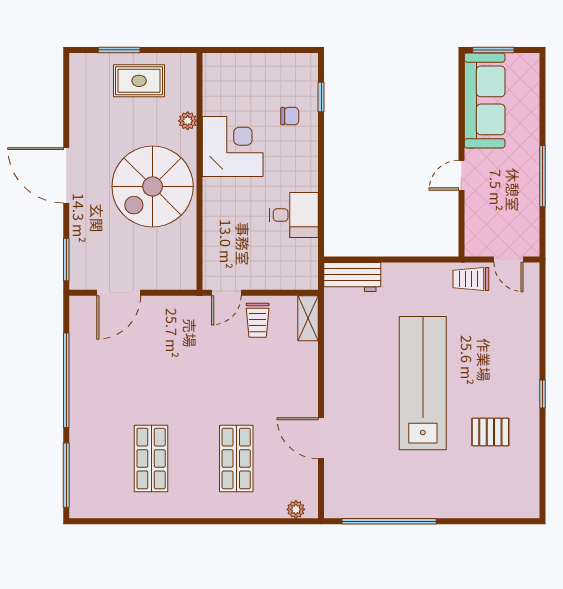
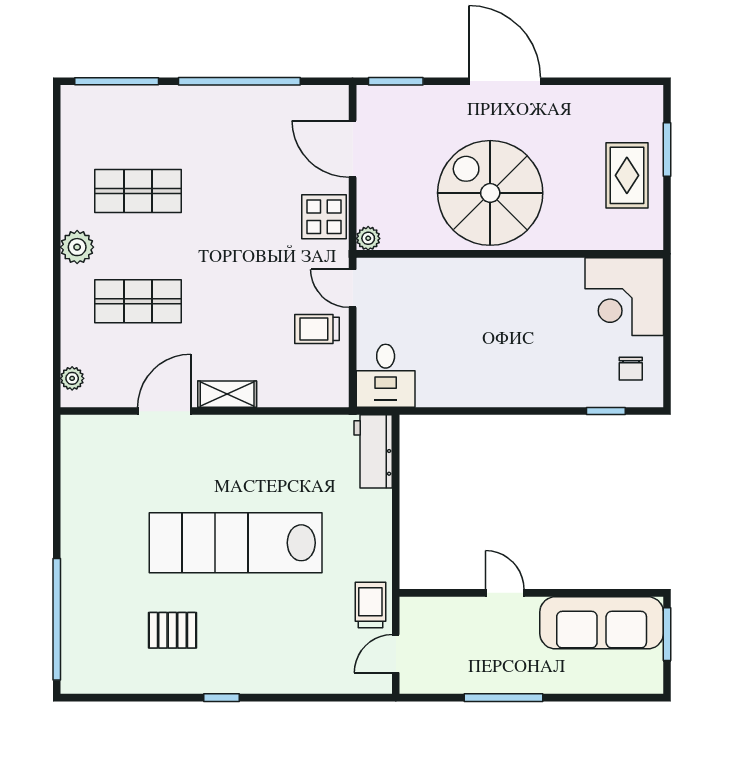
chair: (290, 116) -> (631, 369), moved
plant: (188, 121) -> (368, 238), moved
corner desk: (233, 146) -> (624, 297), moved, turned 90
door: (66, 175) -> (505, 81), hinge flipped
desk: (294, 215) -> (386, 376), moved
display table: (171, 315) -> (324, 217), added
shelving: (308, 318) -> (227, 394), moved
lab bench: (423, 383) -> (236, 543), turned 180
pallet: (490, 432) -> (172, 630), turned 90
plant: (194, 506) -> (77, 247), added
window: (389, 521) -> (57, 619), moved

